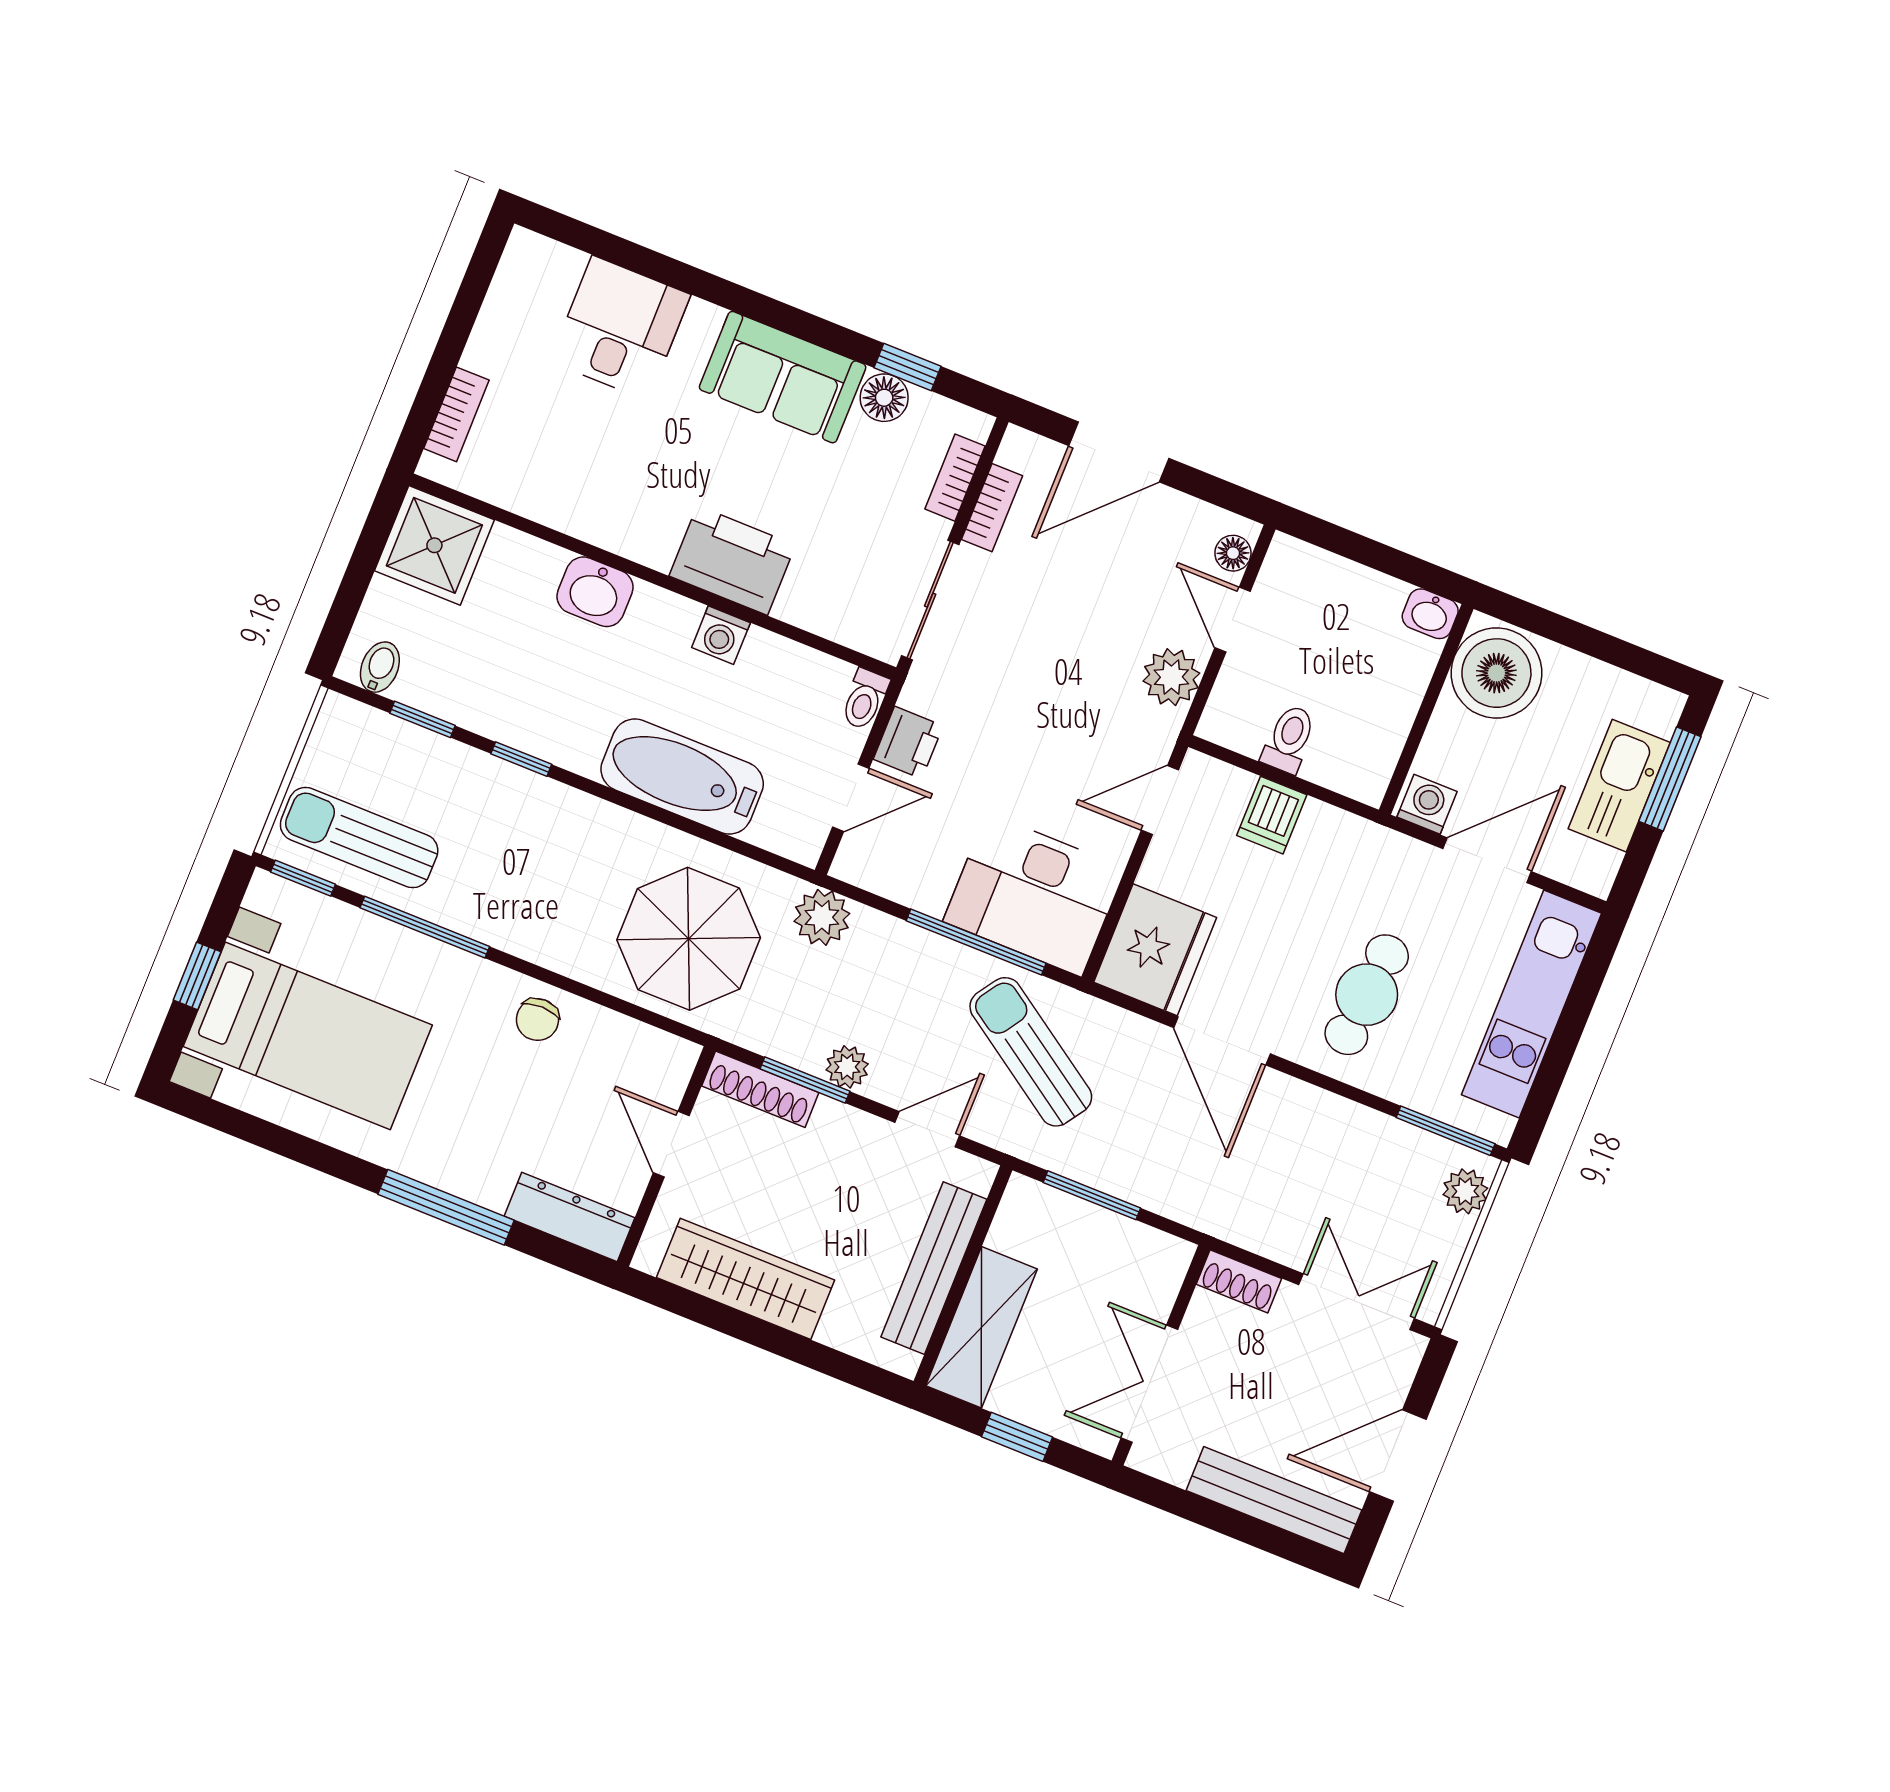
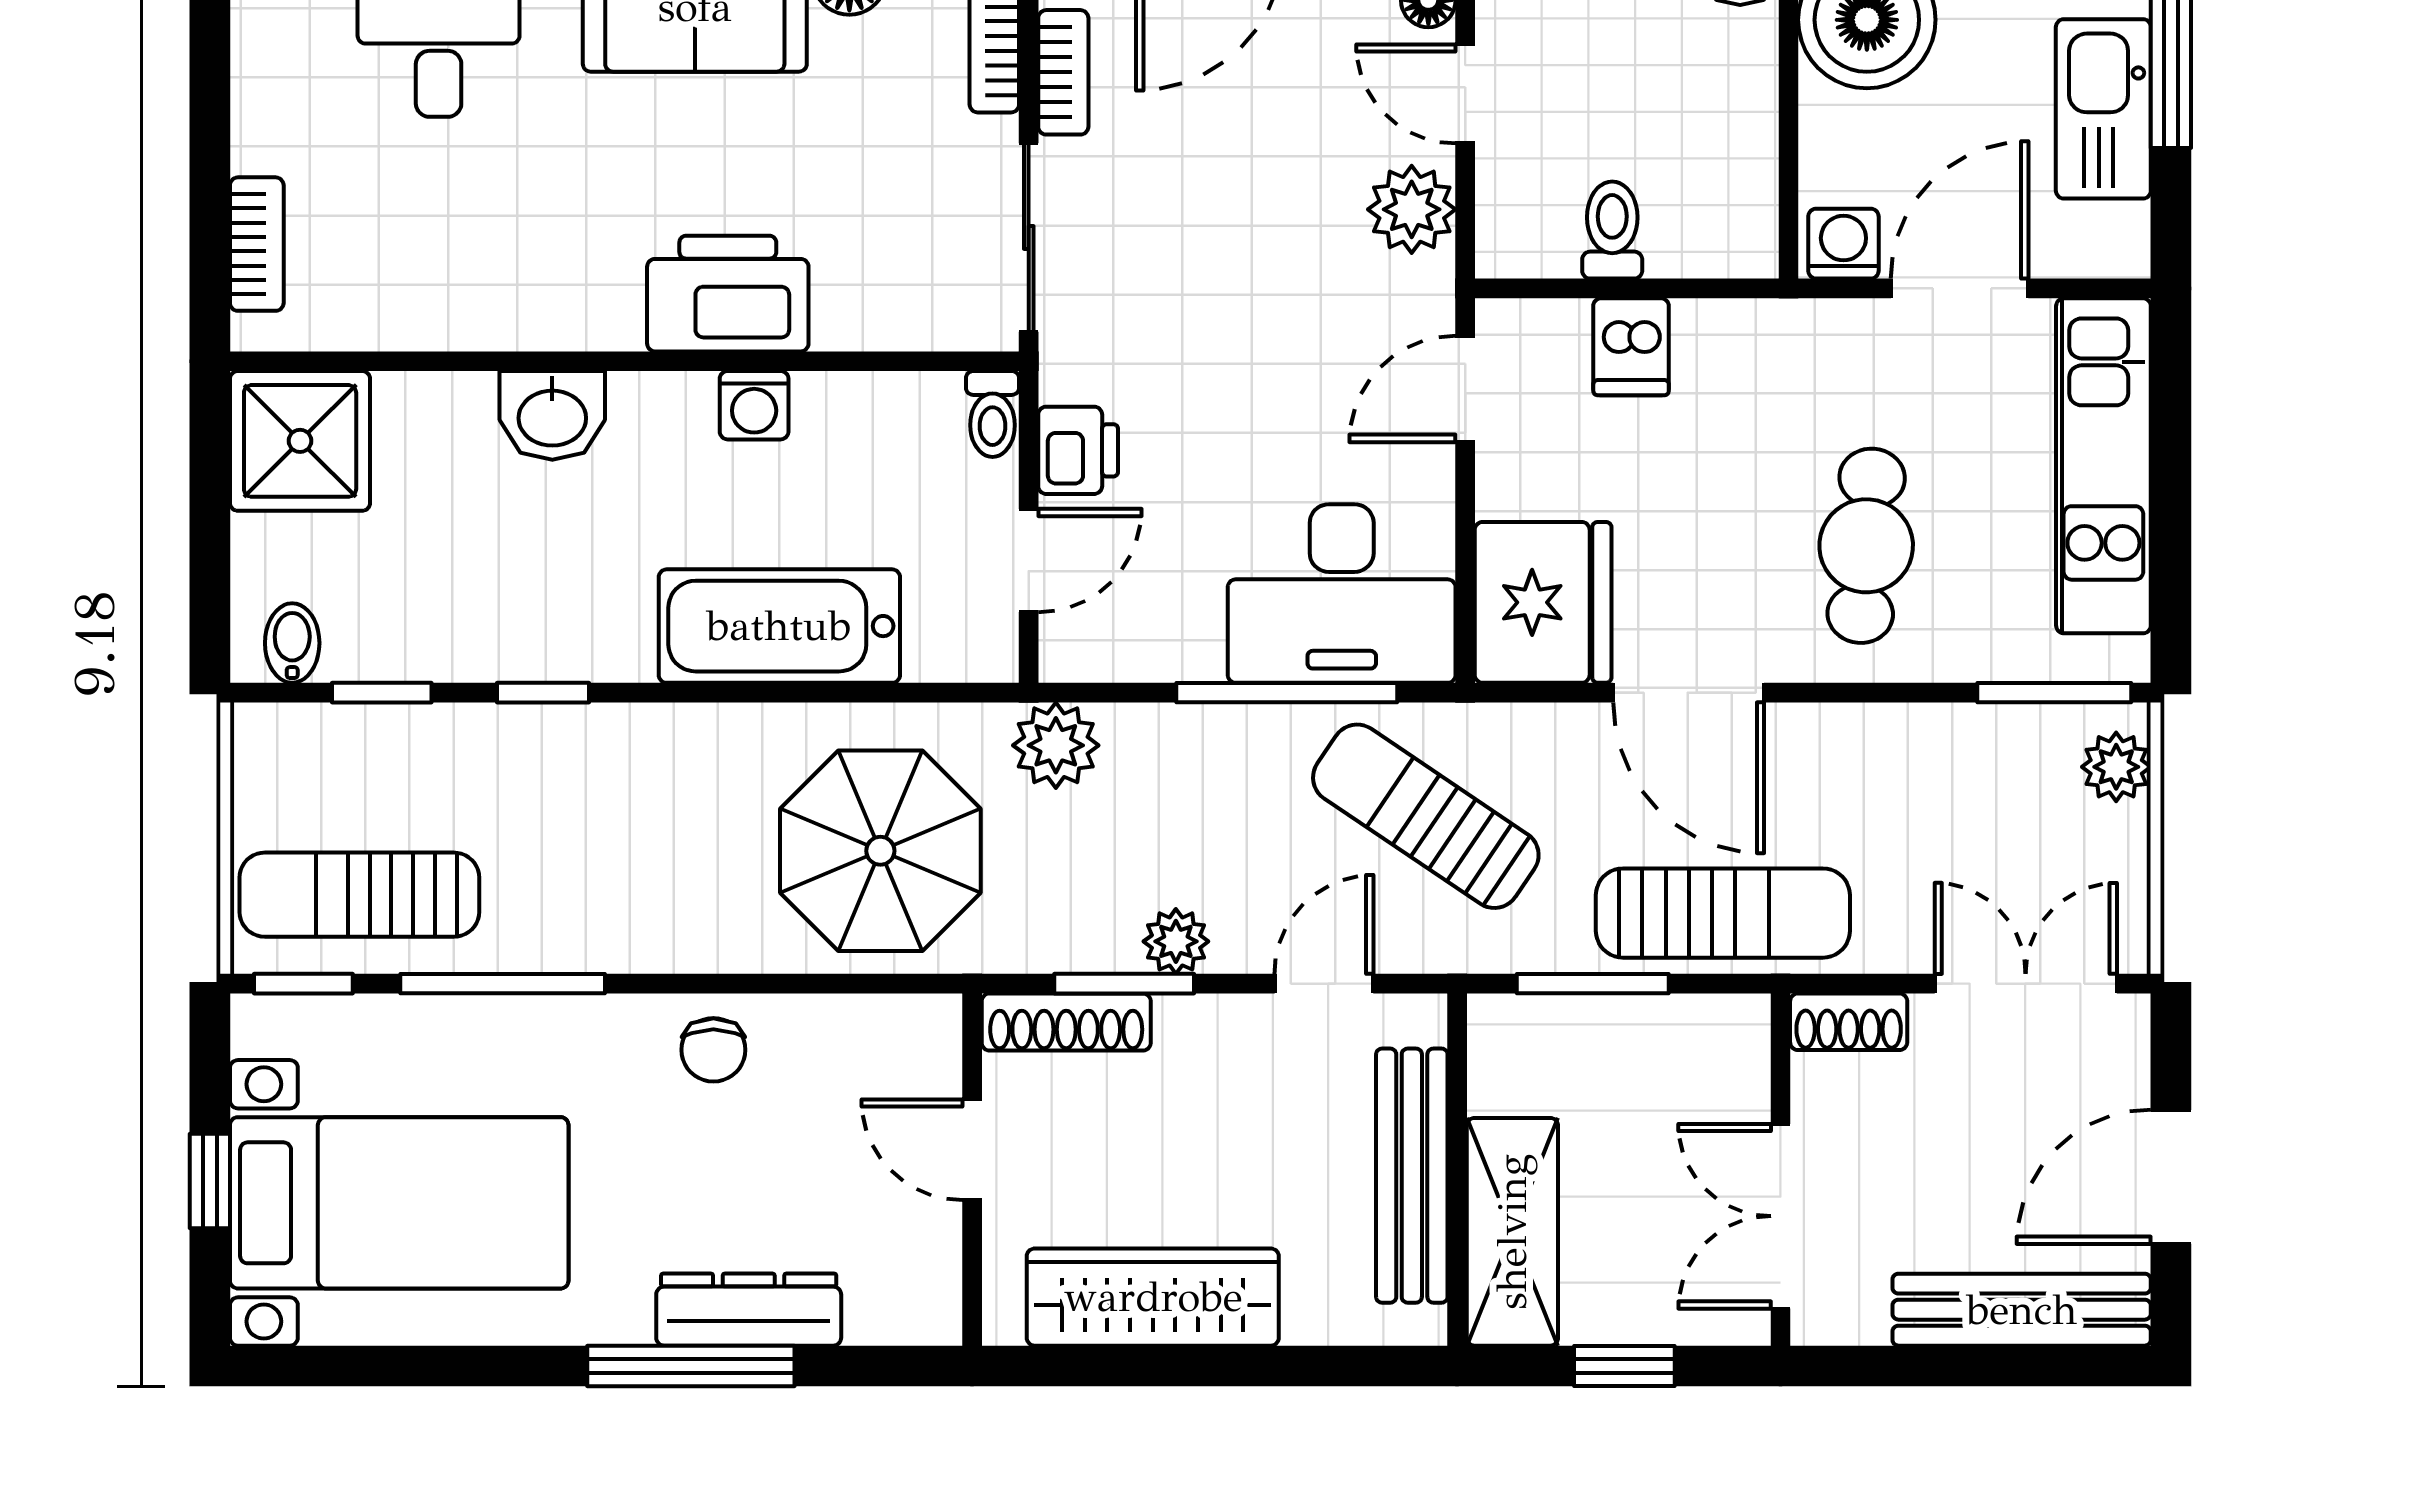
sun lounger: (1189, 1184) -> (1723, 913), added
dresser: (569, 1217) -> (749, 1310), moved

